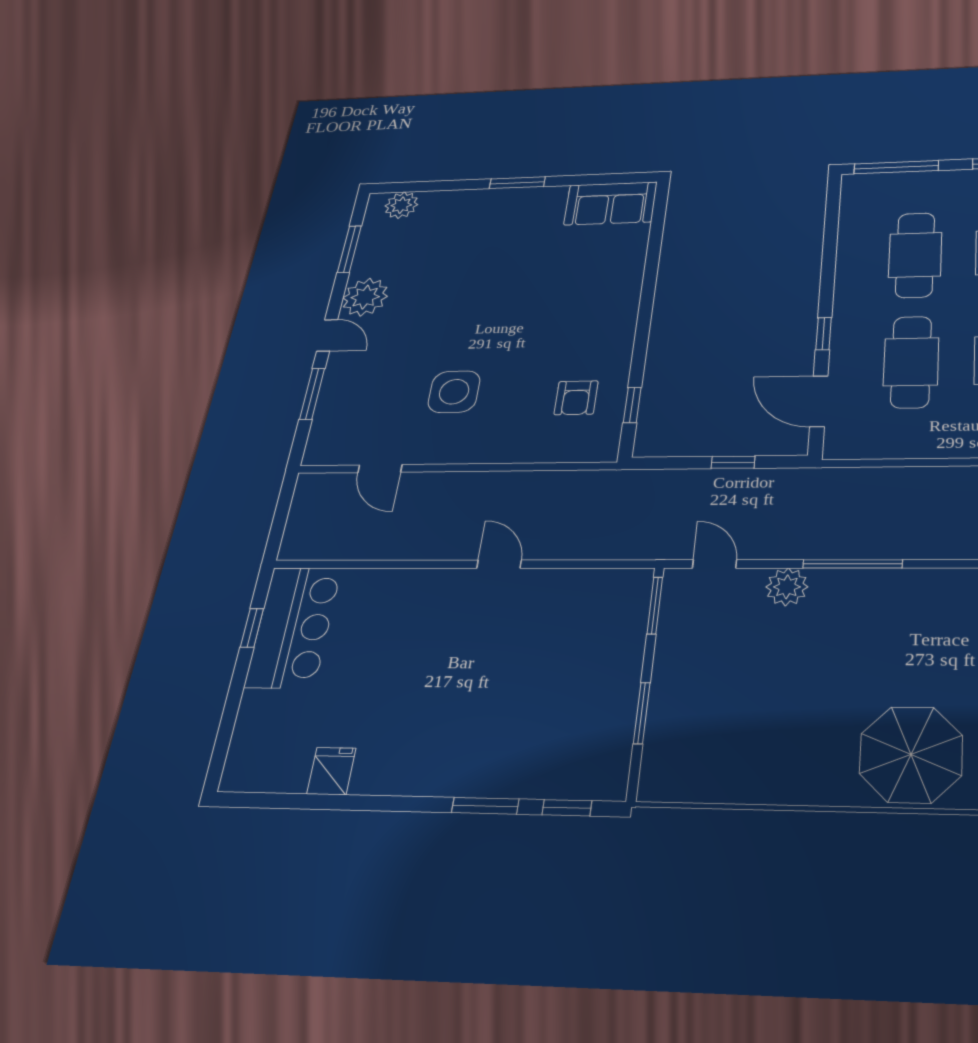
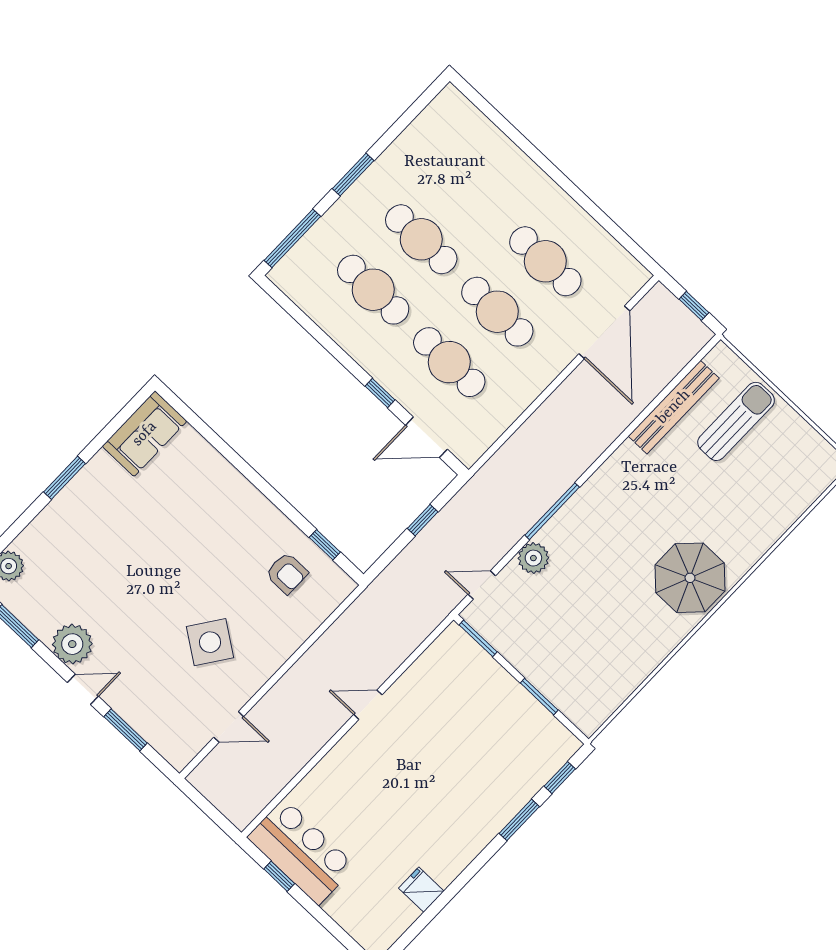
side table: (454, 392) -> (210, 642), turned 35

